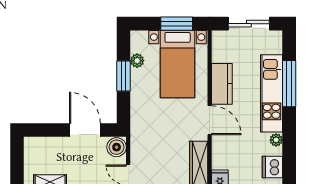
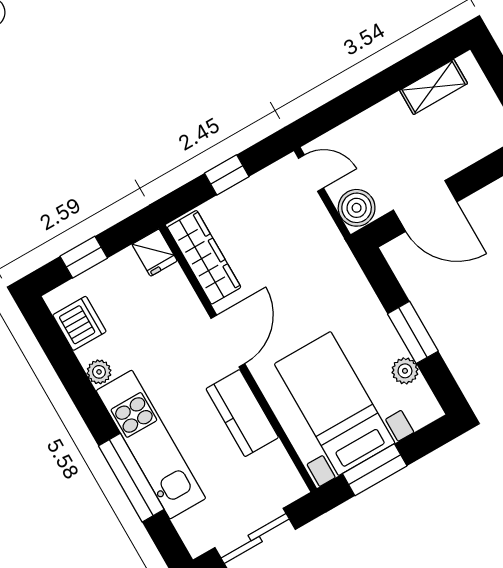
door: (210, 120) -> (228, 341), swing flipped

